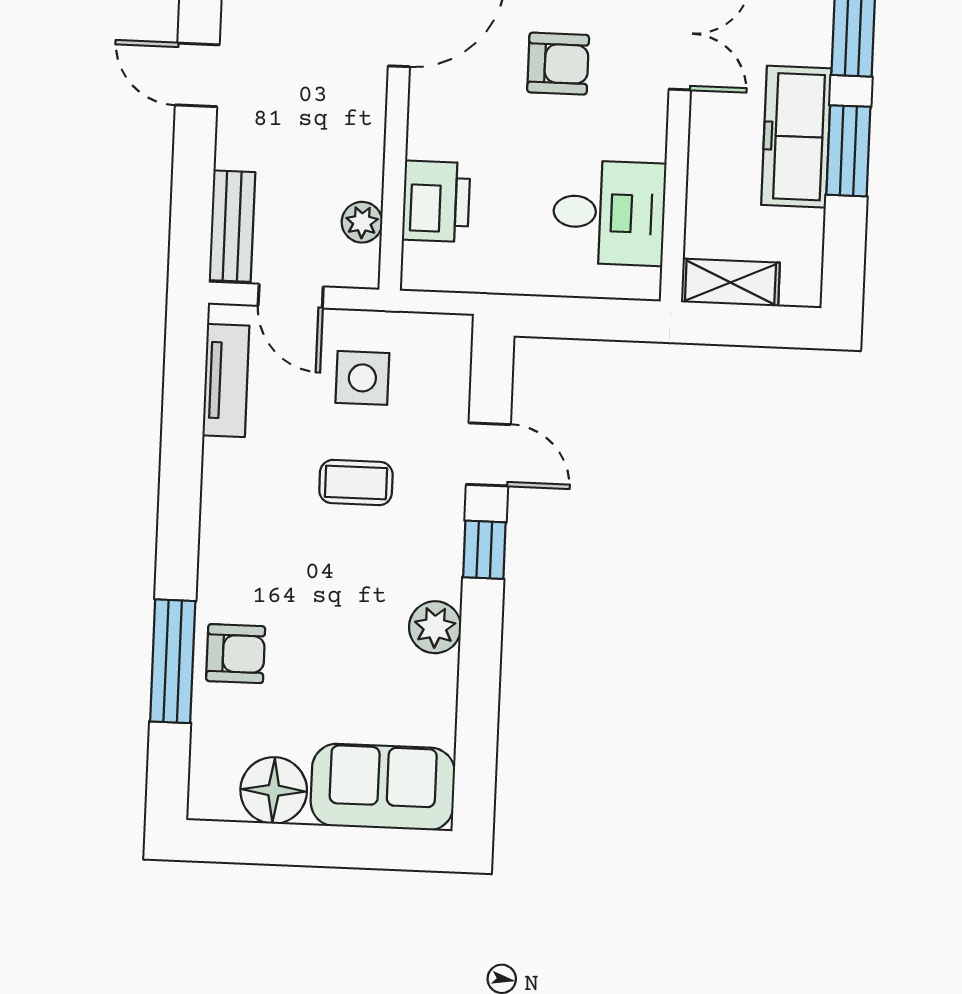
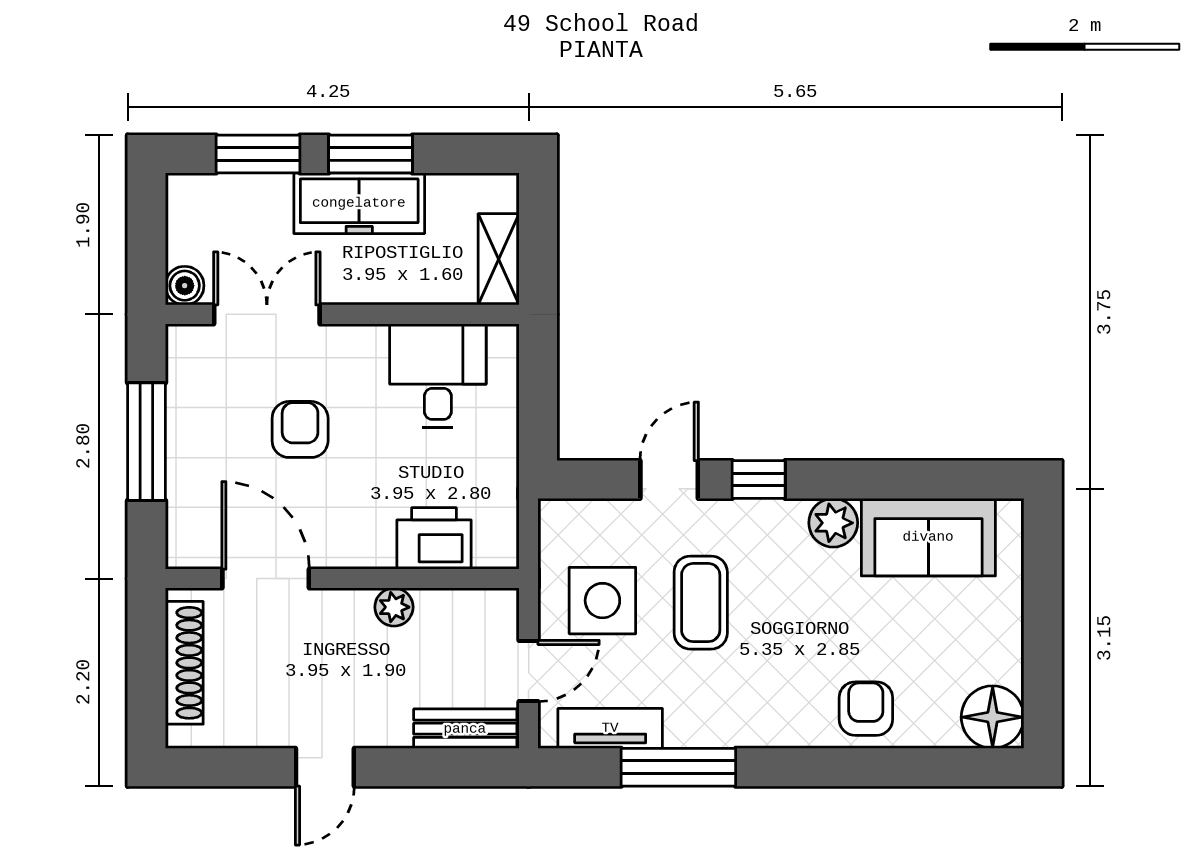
plant: (362, 222) -> (394, 607), moved
side table: (362, 378) -> (602, 601), width x1.37, depth x1.37
coffee table: (356, 483) -> (701, 603), width x1.36, depth x1.30
window: (173, 661) -> (678, 767), moved
sofa: (383, 787) -> (928, 537), moved, turned -90
floor lamp: (274, 790) -> (993, 717), moved

